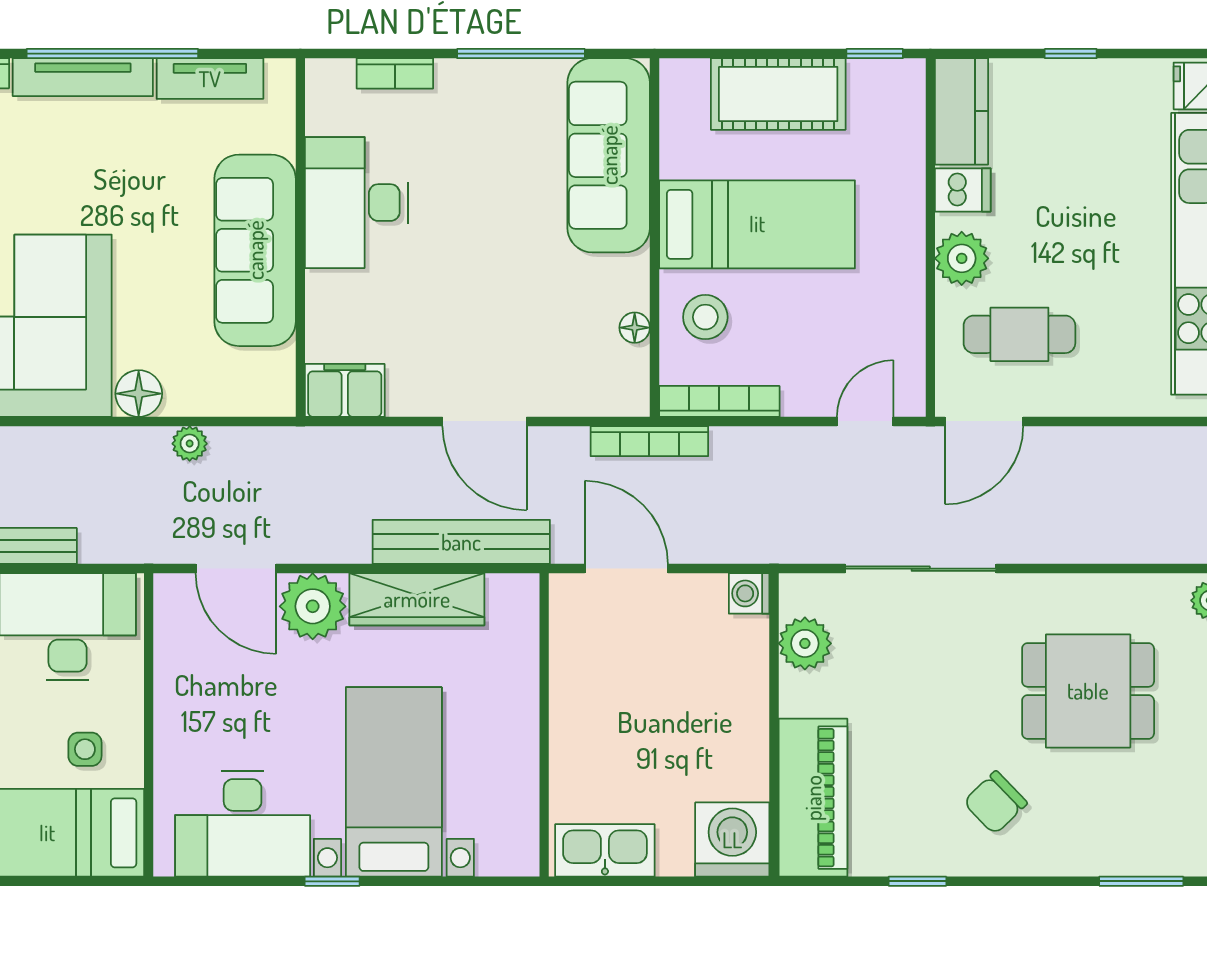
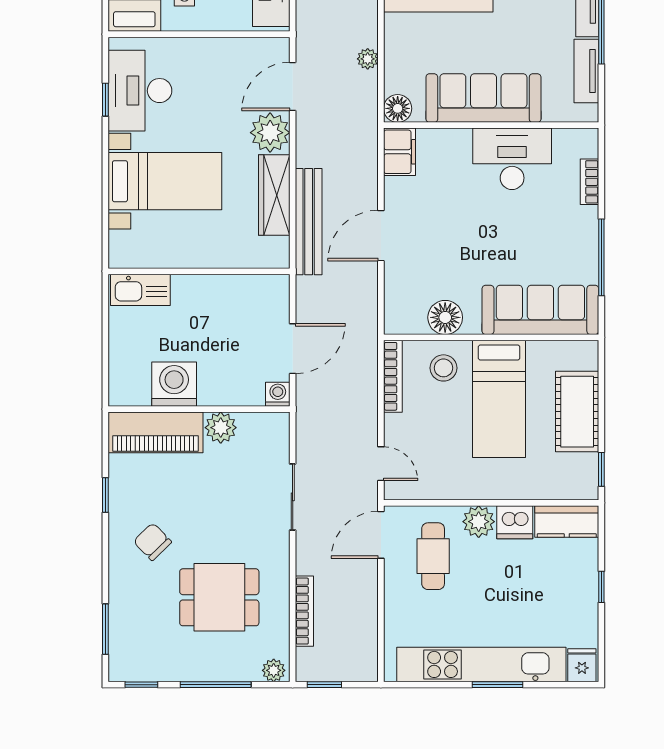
dishwasher: (963, 190) -> (515, 522), width x1.38
floor lamp: (635, 328) -> (445, 317), width x1.89, depth x1.89
floor lamp: (139, 394) -> (398, 108), moved
door: (984, 421) -> (381, 535), hinge flipped
bookcase: (649, 441) -> (304, 611), moved, turned 180
door: (626, 569) -> (293, 349), moved
sliding door: (921, 569) -> (293, 497), width x0.73
plant: (805, 643) -> (221, 428), moved
dining table: (1088, 691) -> (219, 597), turned 90
washing machine: (732, 840) -> (174, 384), moved, turned -90
kitchen sink: (605, 850) -> (140, 290), moved, turned 90
window: (332, 881) -> (105, 100), moved

